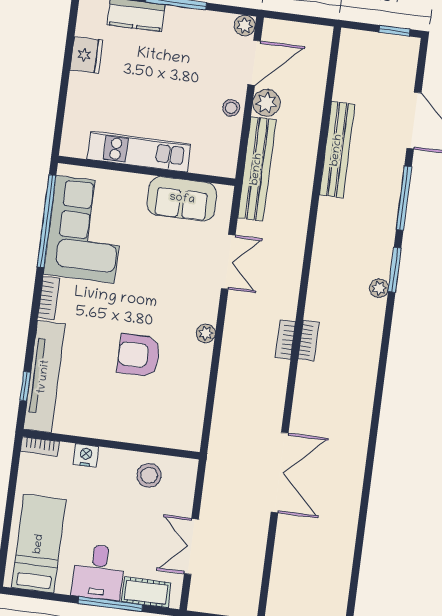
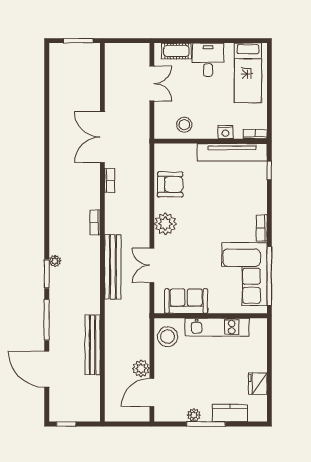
plant: (245, 26) -> (194, 415), moved
stool: (231, 108) -> (168, 337), moved, width x1.89, depth x1.89
bench: (257, 169) -> (113, 267), moved
plant: (206, 333) -> (165, 224), width x1.87, depth x1.87
bookcase: (285, 340) -> (110, 181), moved
armchair: (139, 355) -> (170, 184), moved
tv unit: (44, 377) -> (232, 152), moved, turned -90
window: (110, 604) -> (198, 41), removed

